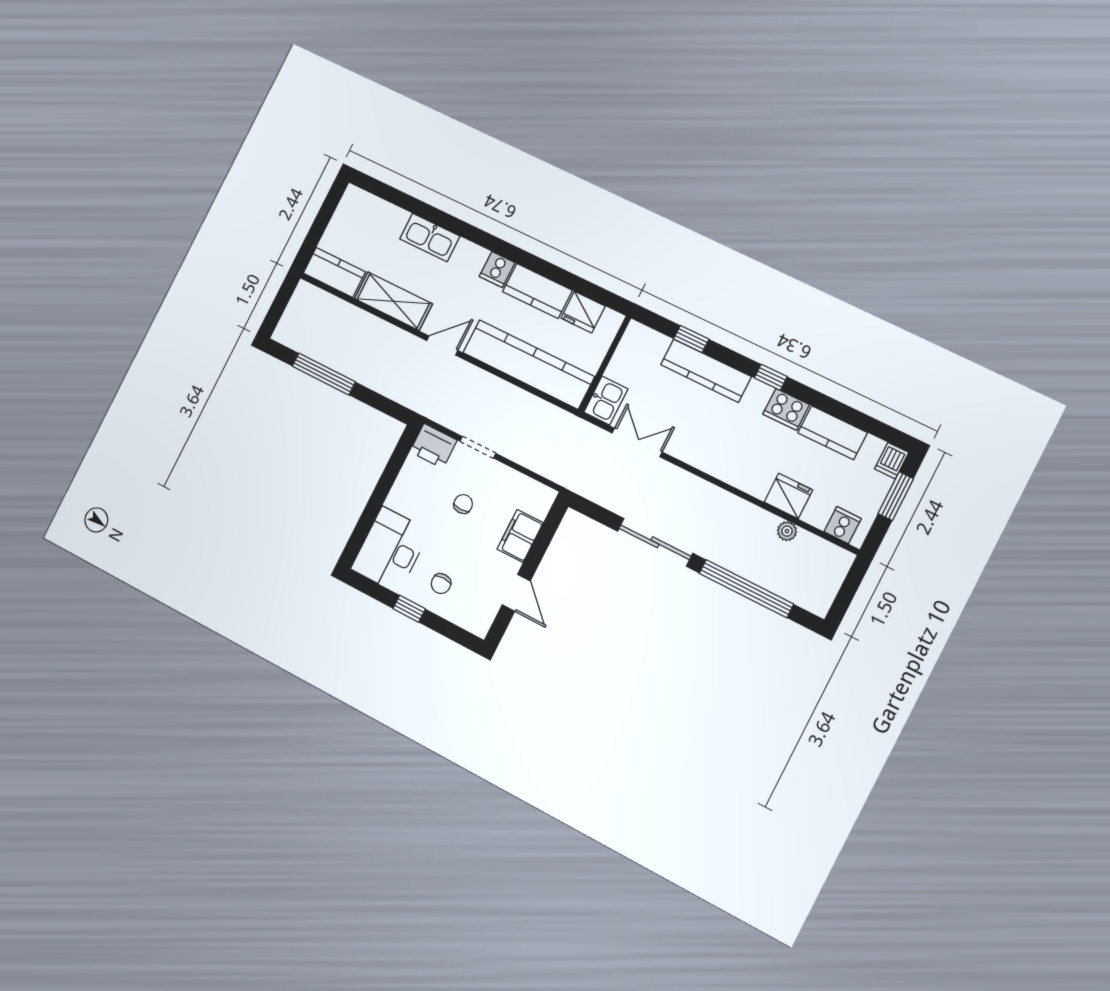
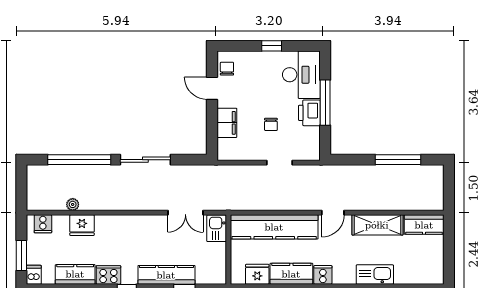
printer: (433, 446) -> (309, 113), moved, turned -90
window: (378, 497) -> (325, 103), added
chair: (441, 584) -> (227, 69), moved

